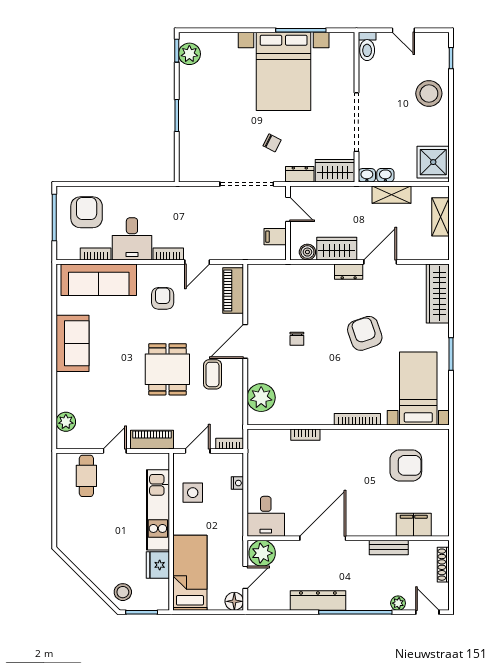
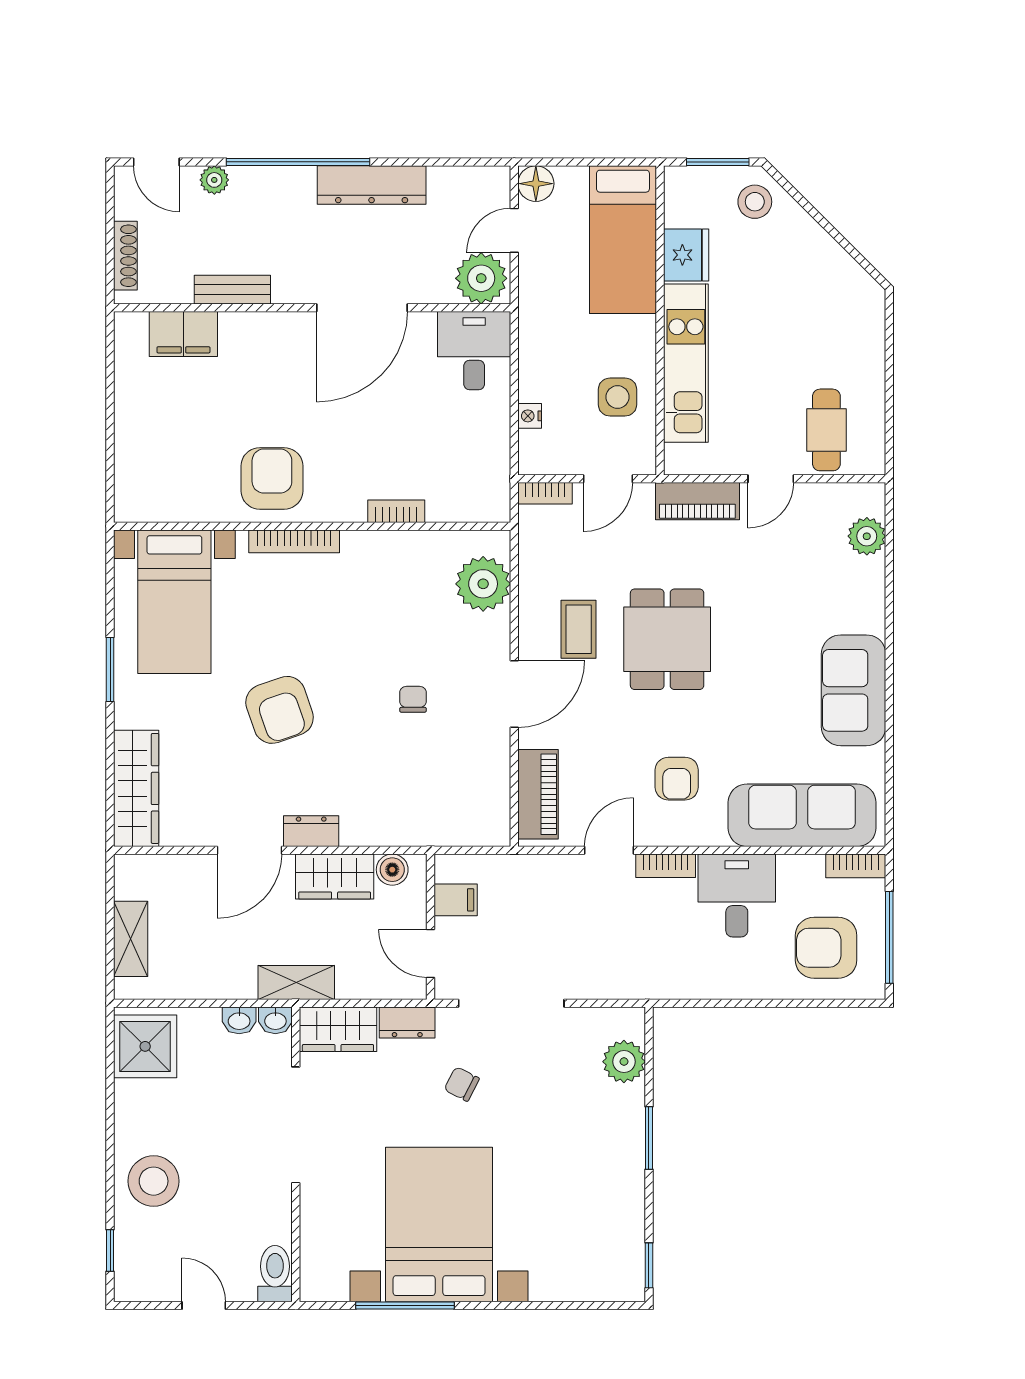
plant: (189, 54) -> (624, 1062), moved
shelving: (391, 195) -> (296, 982), moved
armchair: (87, 212) -> (826, 948), turned 90
bookcase: (96, 254) -> (856, 866), moved
armchair: (406, 465) -> (272, 478), moved, turned 90

